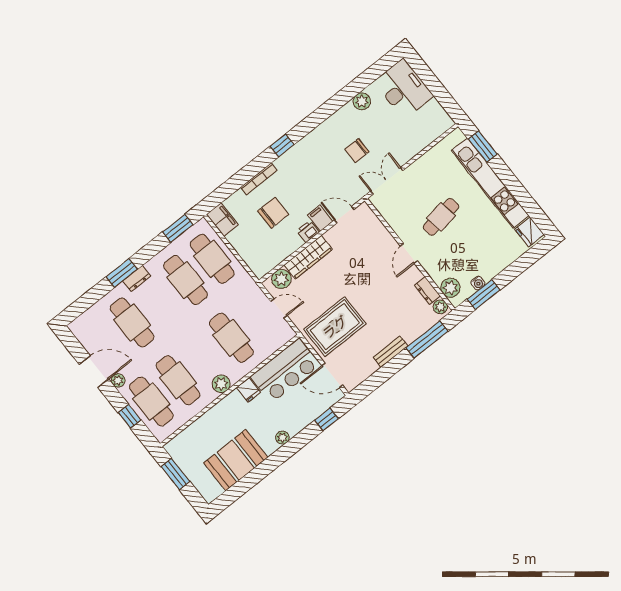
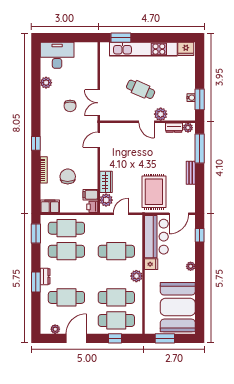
cafe table: (441, 217) -> (141, 89), turned -57
filing cabinet: (320, 218) -> (90, 195), moved
printer: (308, 231) -> (92, 207), moved
wardrobe: (308, 257) -> (106, 182), width x0.67
plant: (450, 288) -> (161, 114), moved
plant: (118, 380) -> (55, 329), moved
booth: (236, 460) -> (178, 307), width x1.36, depth x1.42

